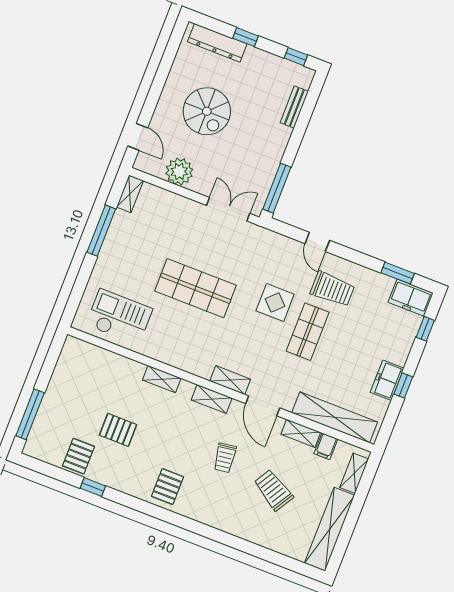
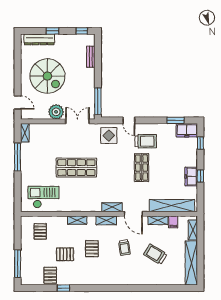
spiral stairs: (207, 111) -> (47, 76), width x1.37, depth x1.37
plant: (179, 172) -> (56, 112), moved
display table: (275, 303) -> (109, 136), moved
pallet: (91, 374) -> (40, 231), added
pallet: (167, 487) -> (92, 249), moved

